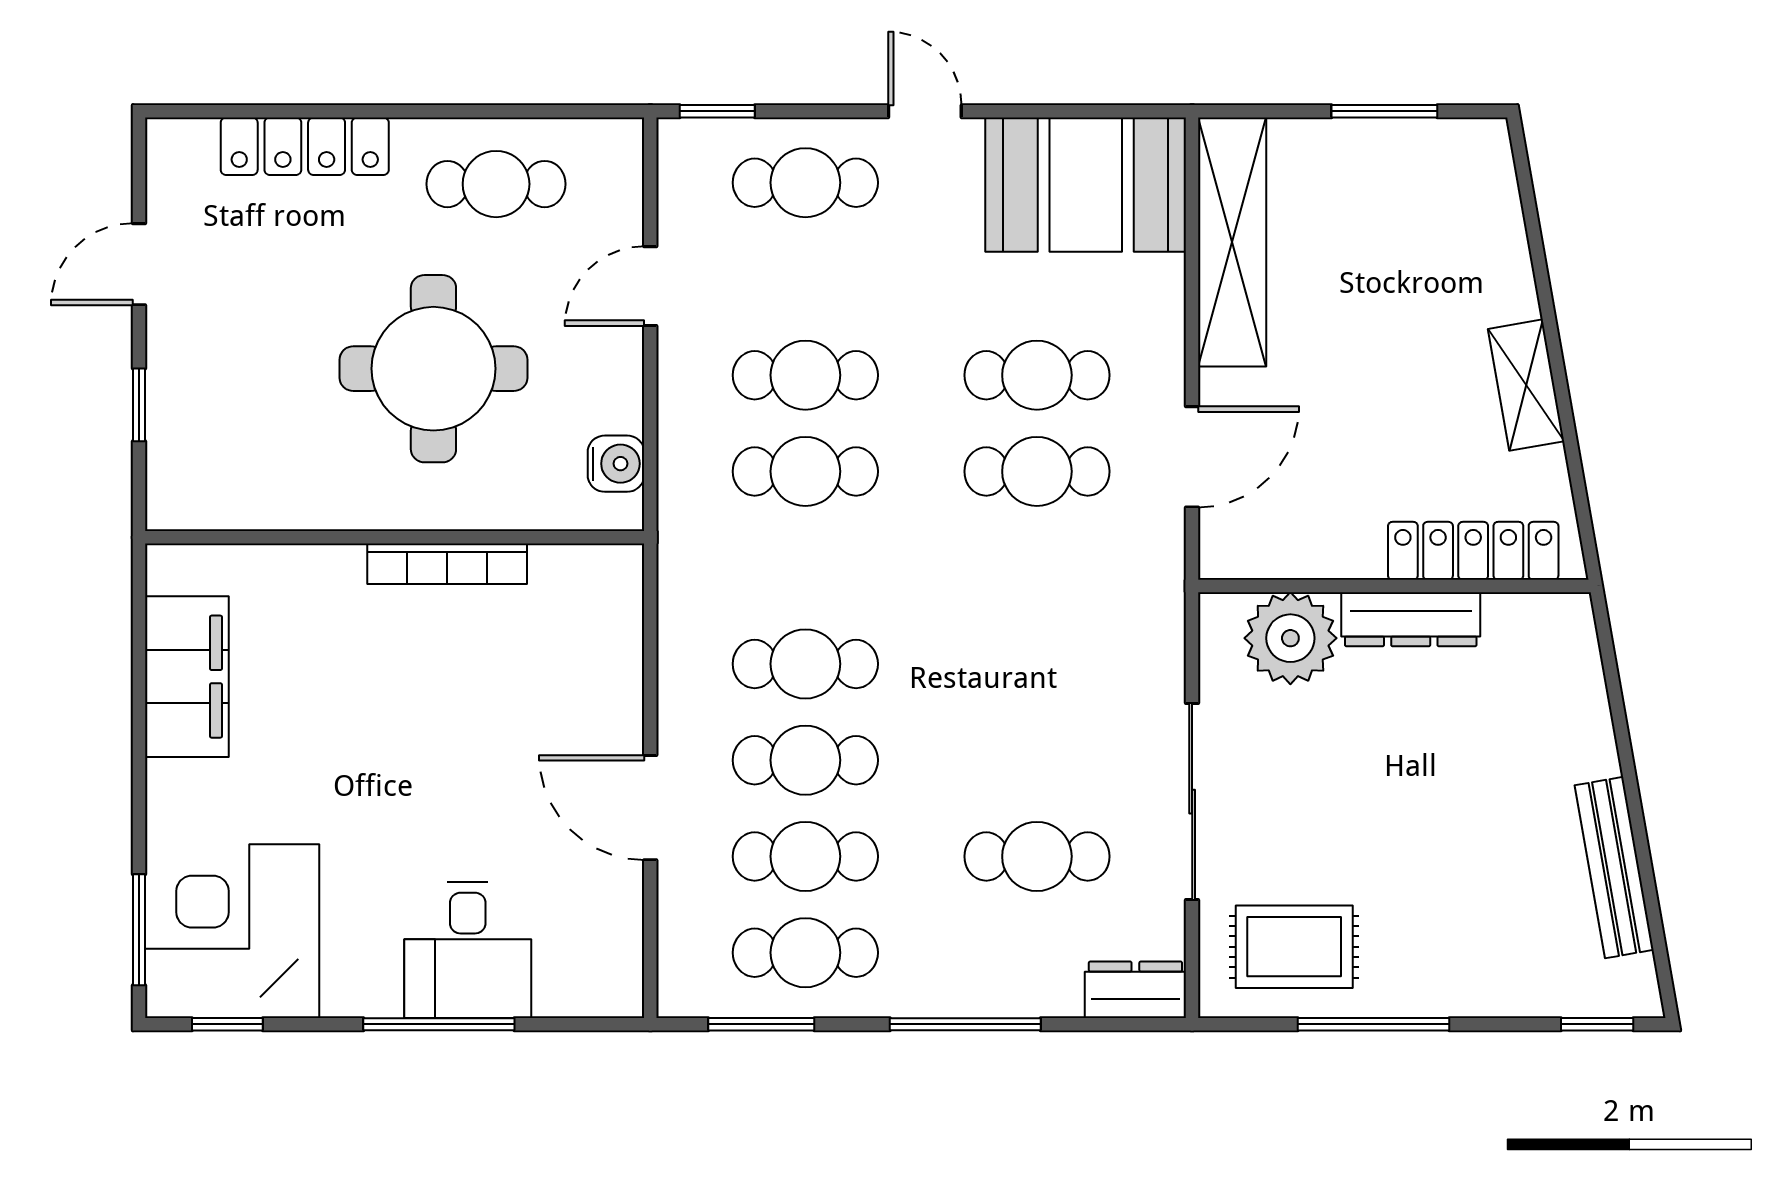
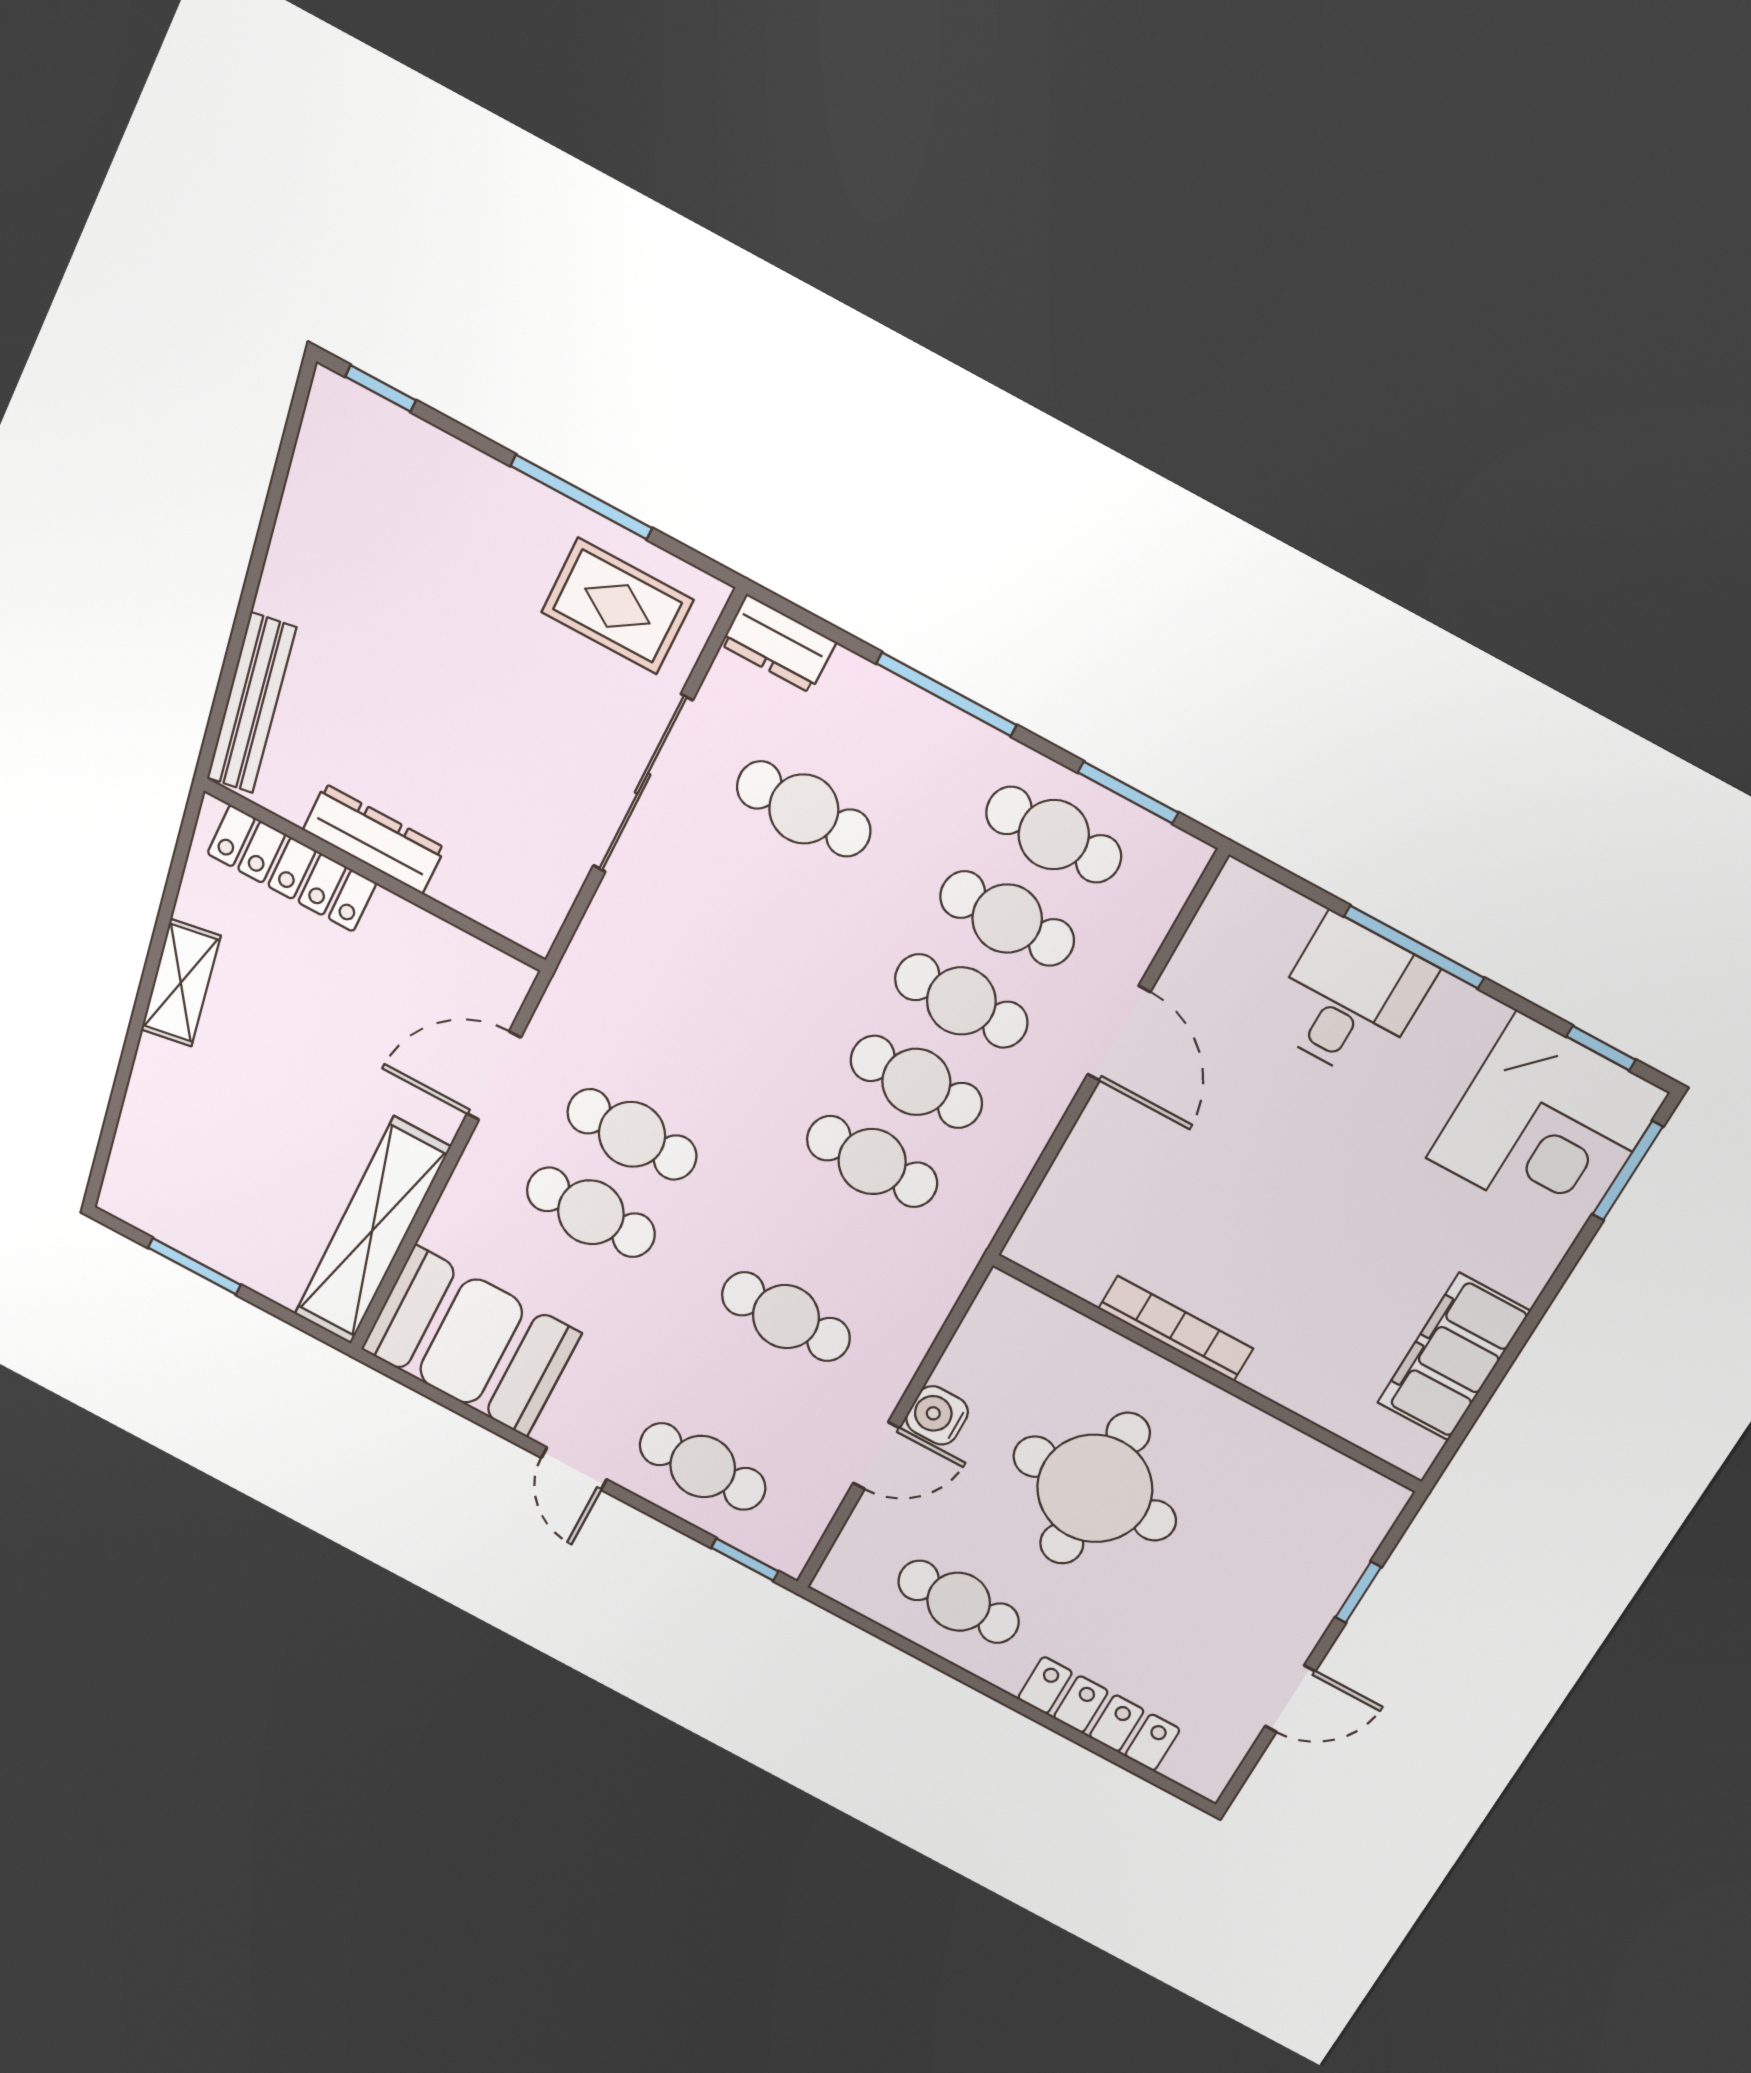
water cooler: (616, 464) -> (937, 1415), moved
cafe table: (805, 471) -> (872, 1161), moved
plant: (1290, 638) -> (486, 879), removed
bench: (1614, 868) -> (251, 703), moved

